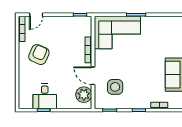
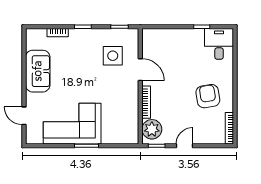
door: (36, 15) -> (185, 146), moved
corner sofa: (117, 32) -> (72, 124), moved
armchair: (39, 55) -> (208, 96), turned 147
plant: (84, 95) -> (152, 129), moved
desk: (45, 96) -> (219, 44), moved

